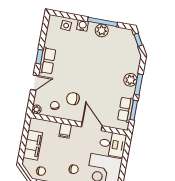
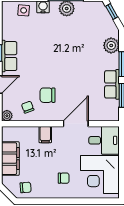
plant: (130, 80) -> (111, 45), moved
row of seats: (126, 110) -> (112, 84), moved
door: (92, 126) -> (76, 124), hinge flipped

